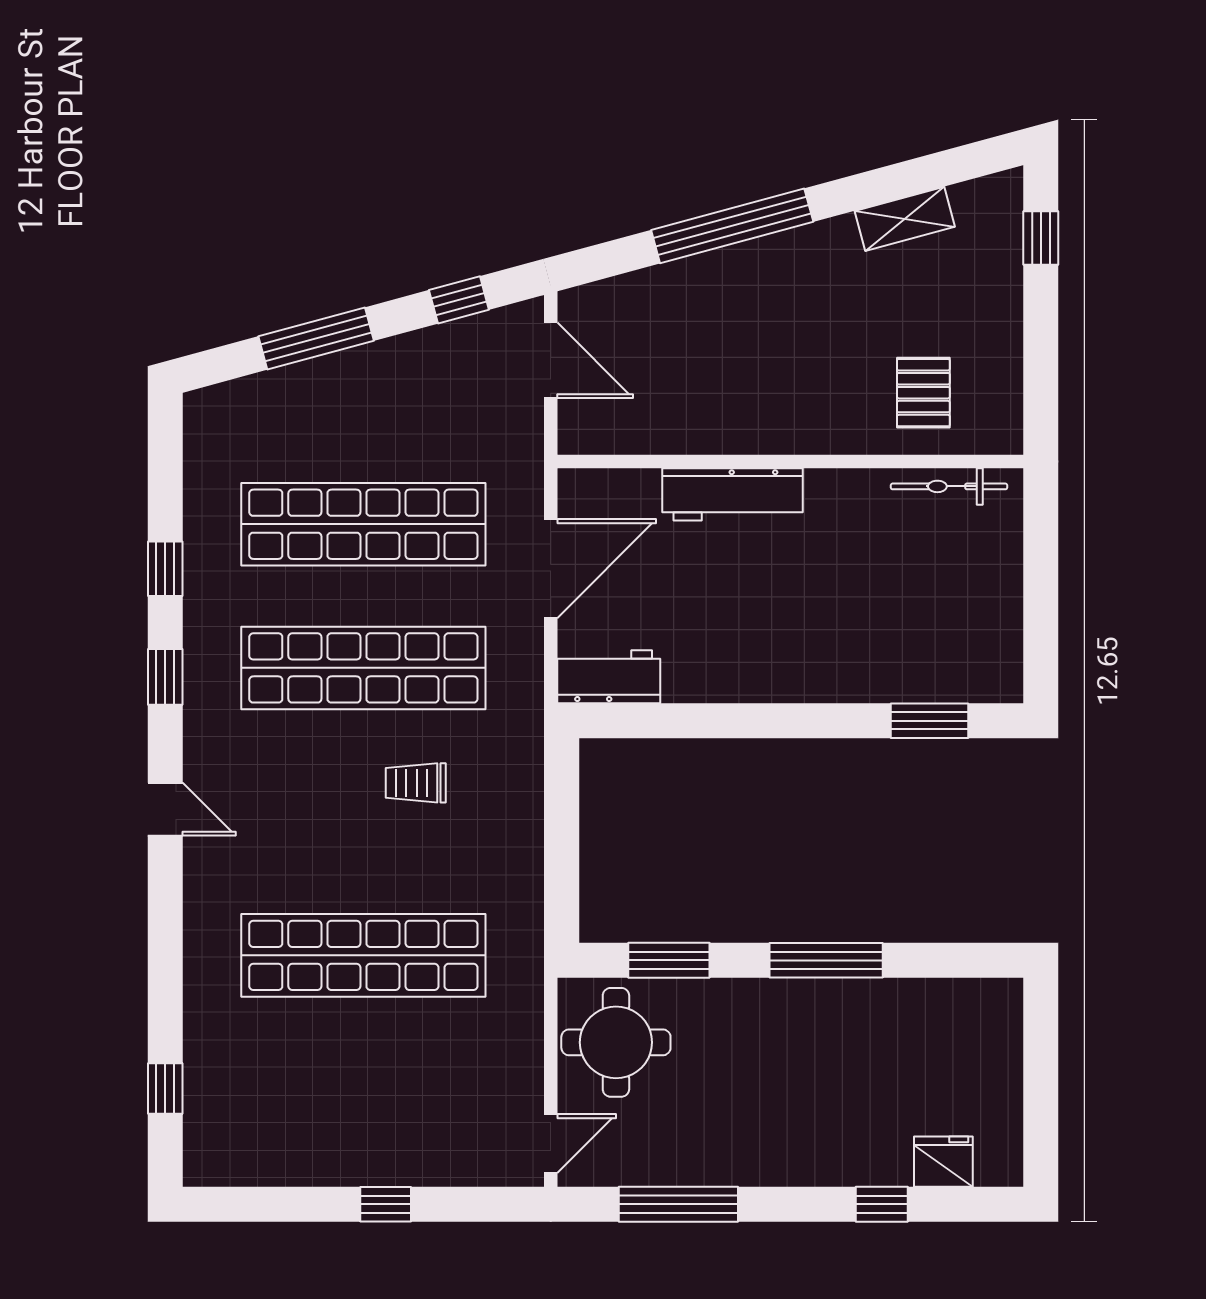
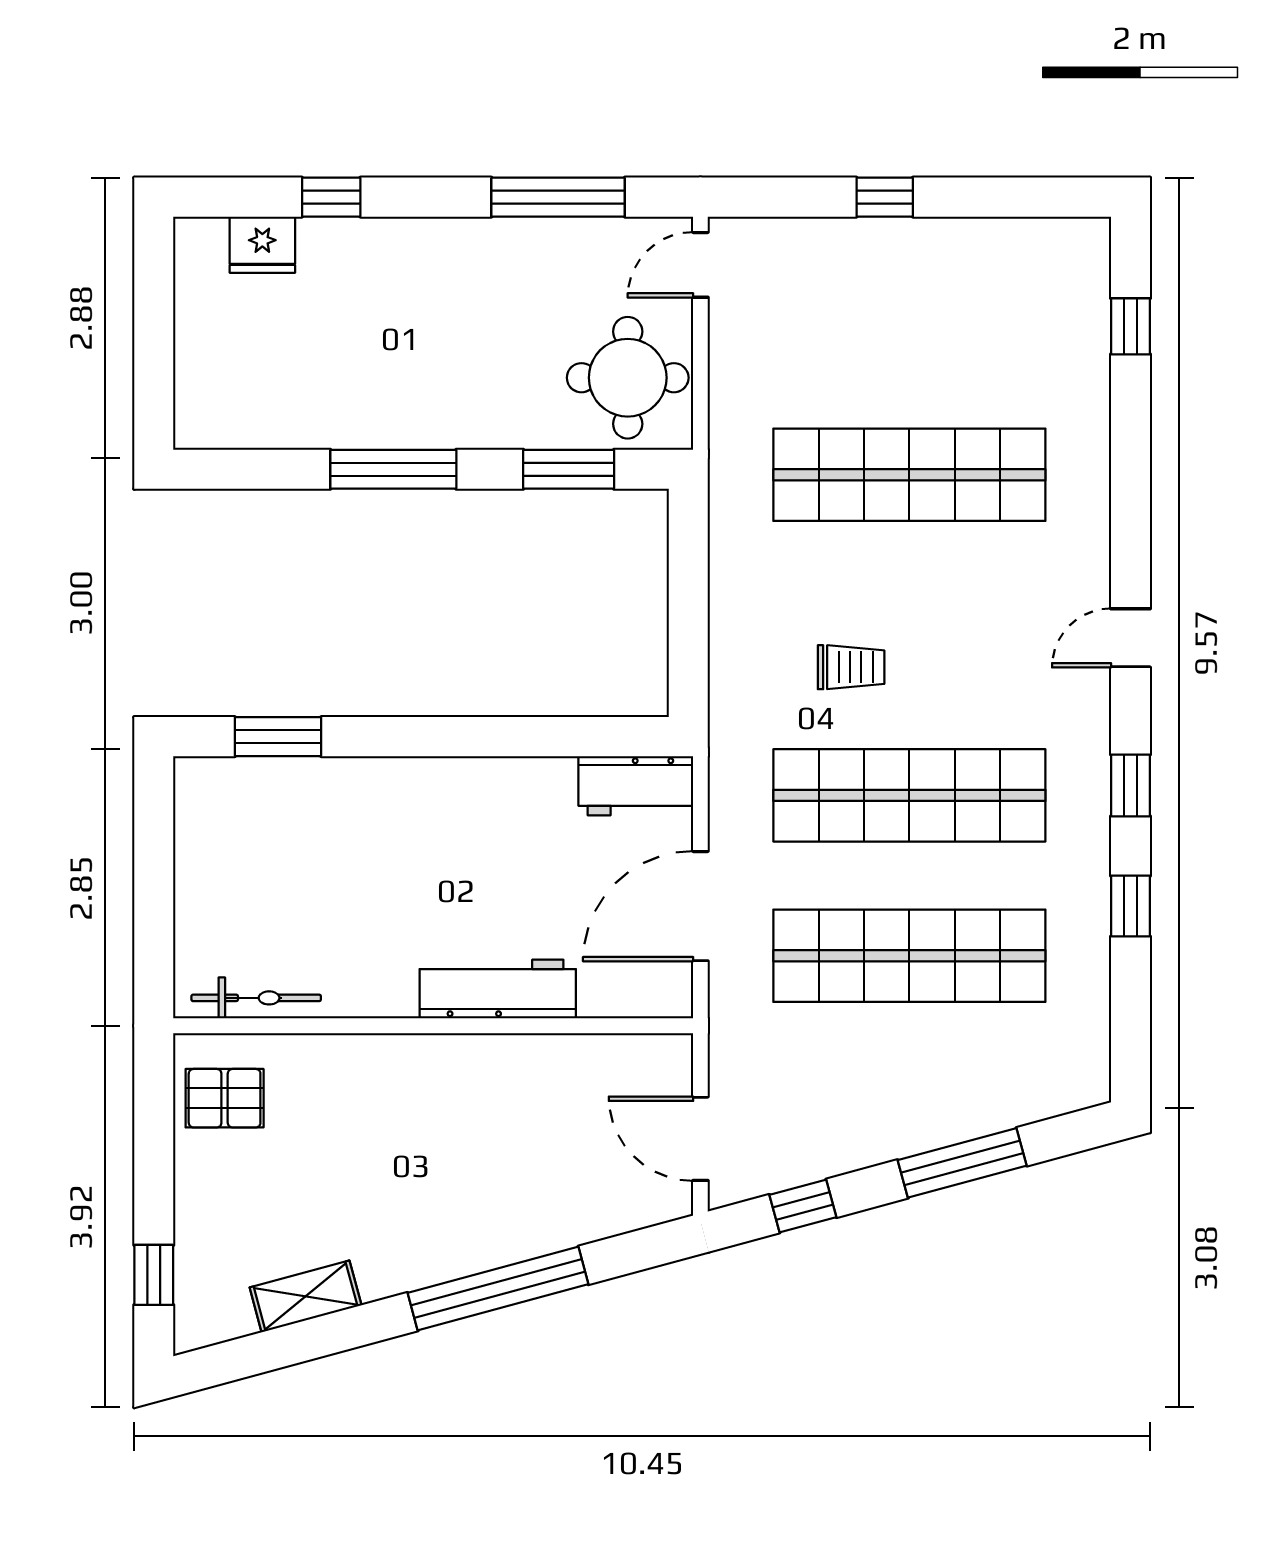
pallet: (923, 393) -> (225, 1098), moved, turned 90
door: (165, 809) -> (1131, 638), hinge flipped

